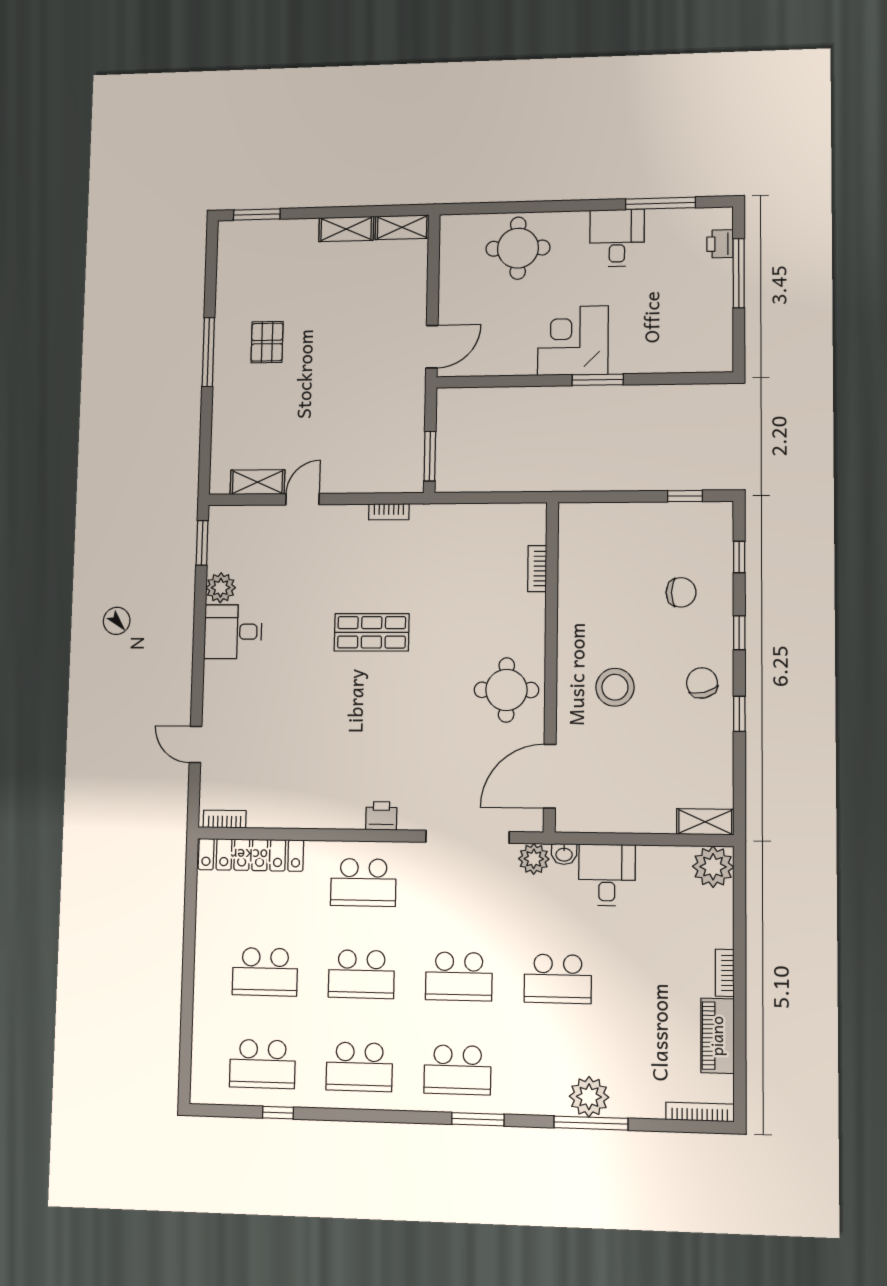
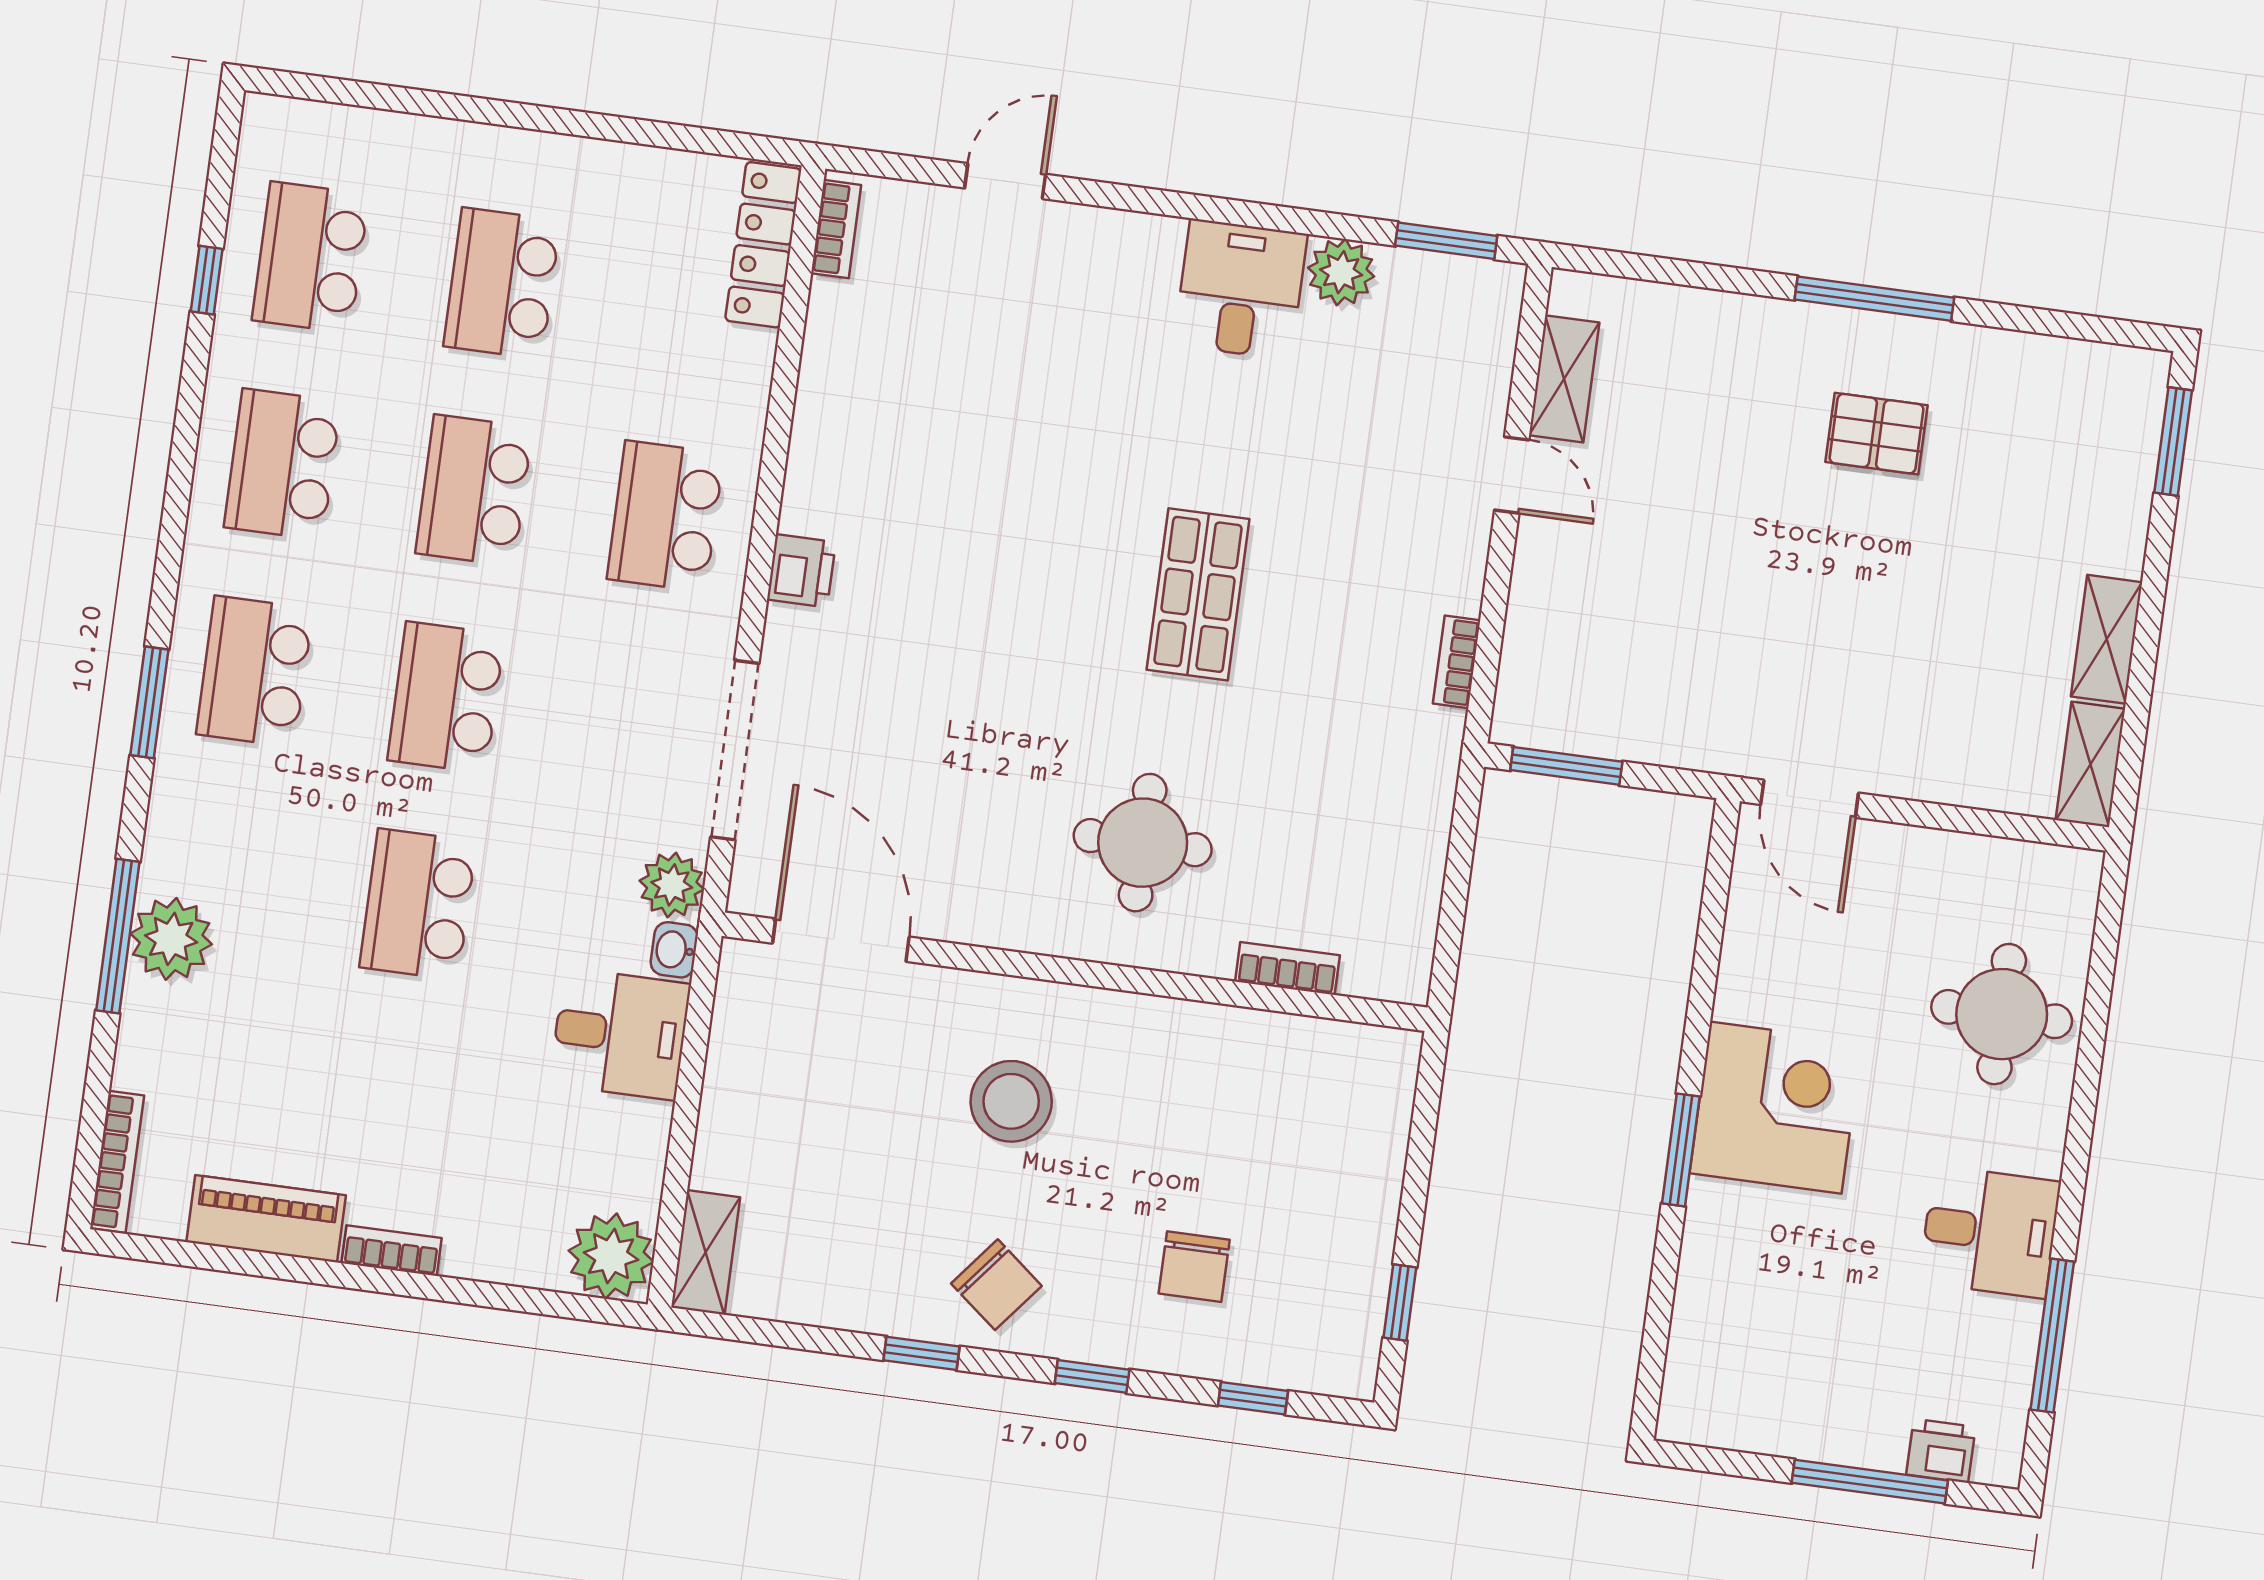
chair: (702, 683) -> (996, 1285), turned 53
round table: (506, 690) -> (1143, 843), moved
locker: (251, 855) -> (763, 245), width x0.71, depth x0.83

